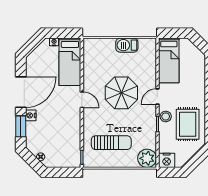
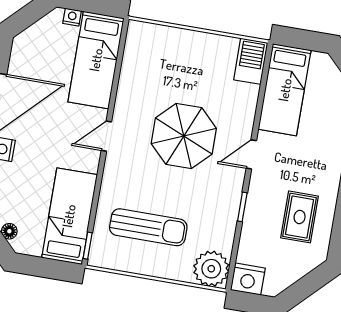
barbecue: (127, 45) -> (251, 61), moved, turned 90
door: (82, 100) -> (106, 136), swing flipped
stool: (166, 116) -> (260, 195), removed
rug: (188, 124) -> (300, 217), width x0.73, depth x0.70
bed: (70, 144) -> (69, 216), added

